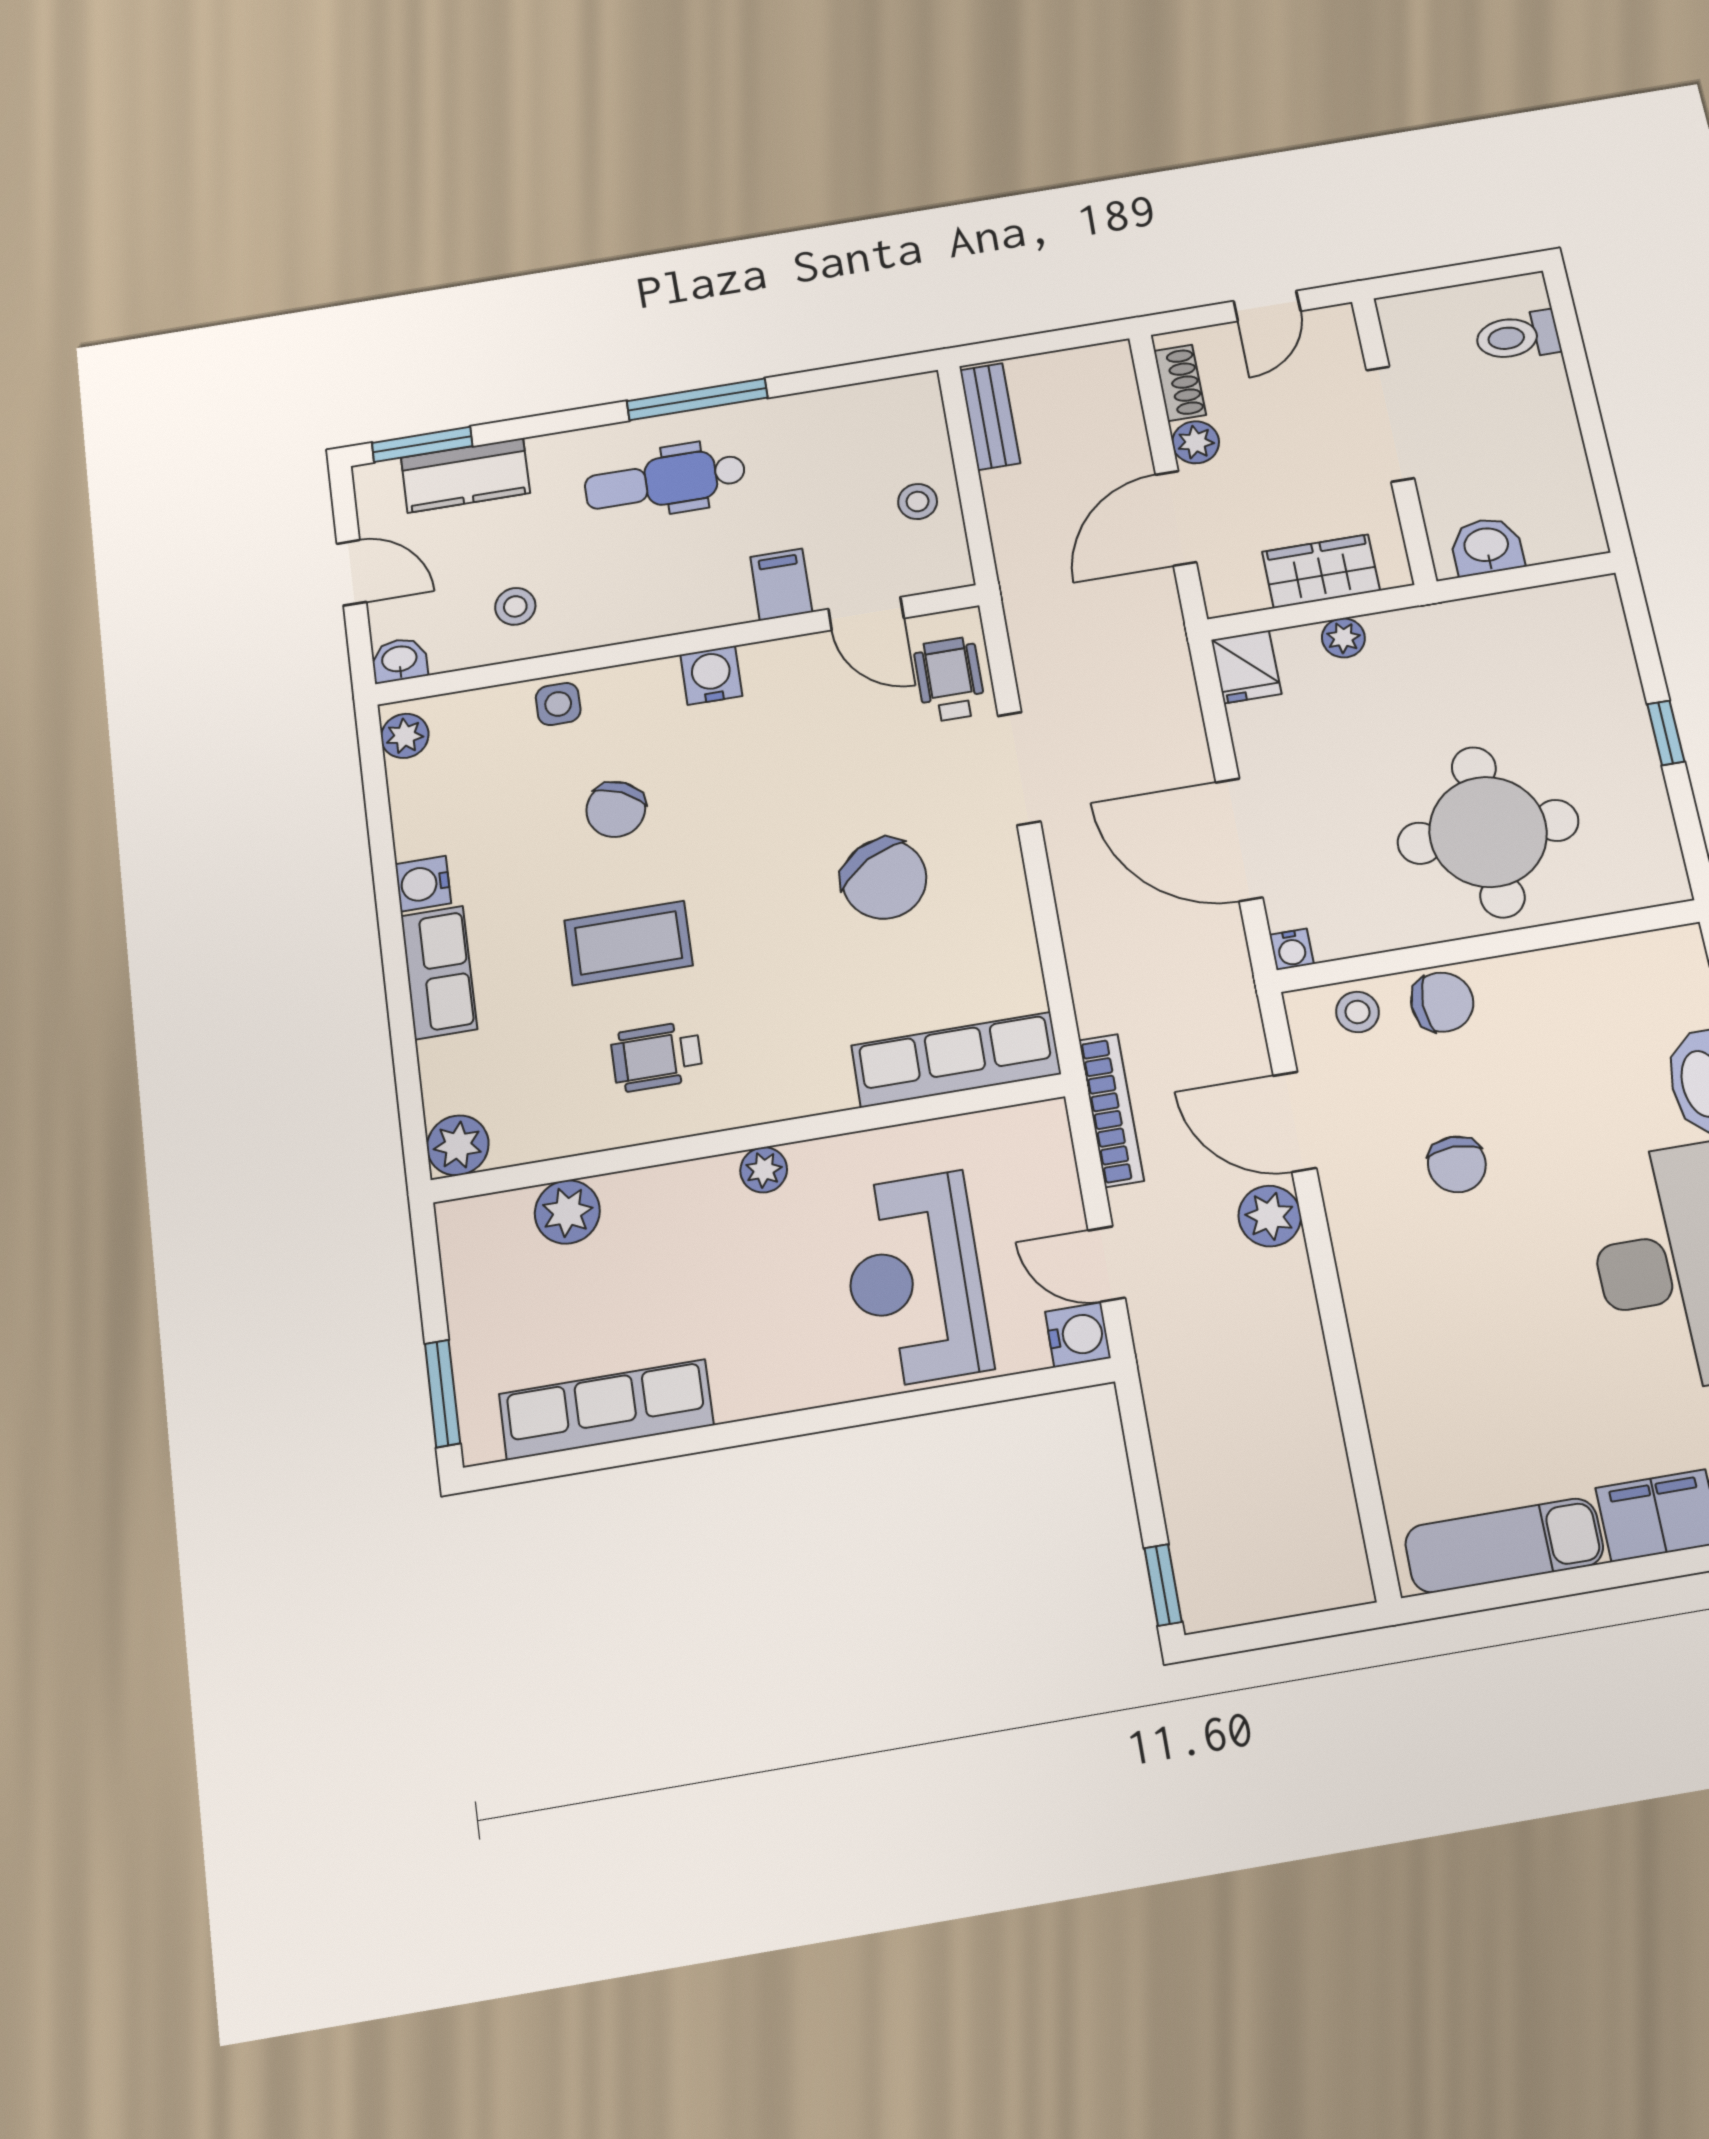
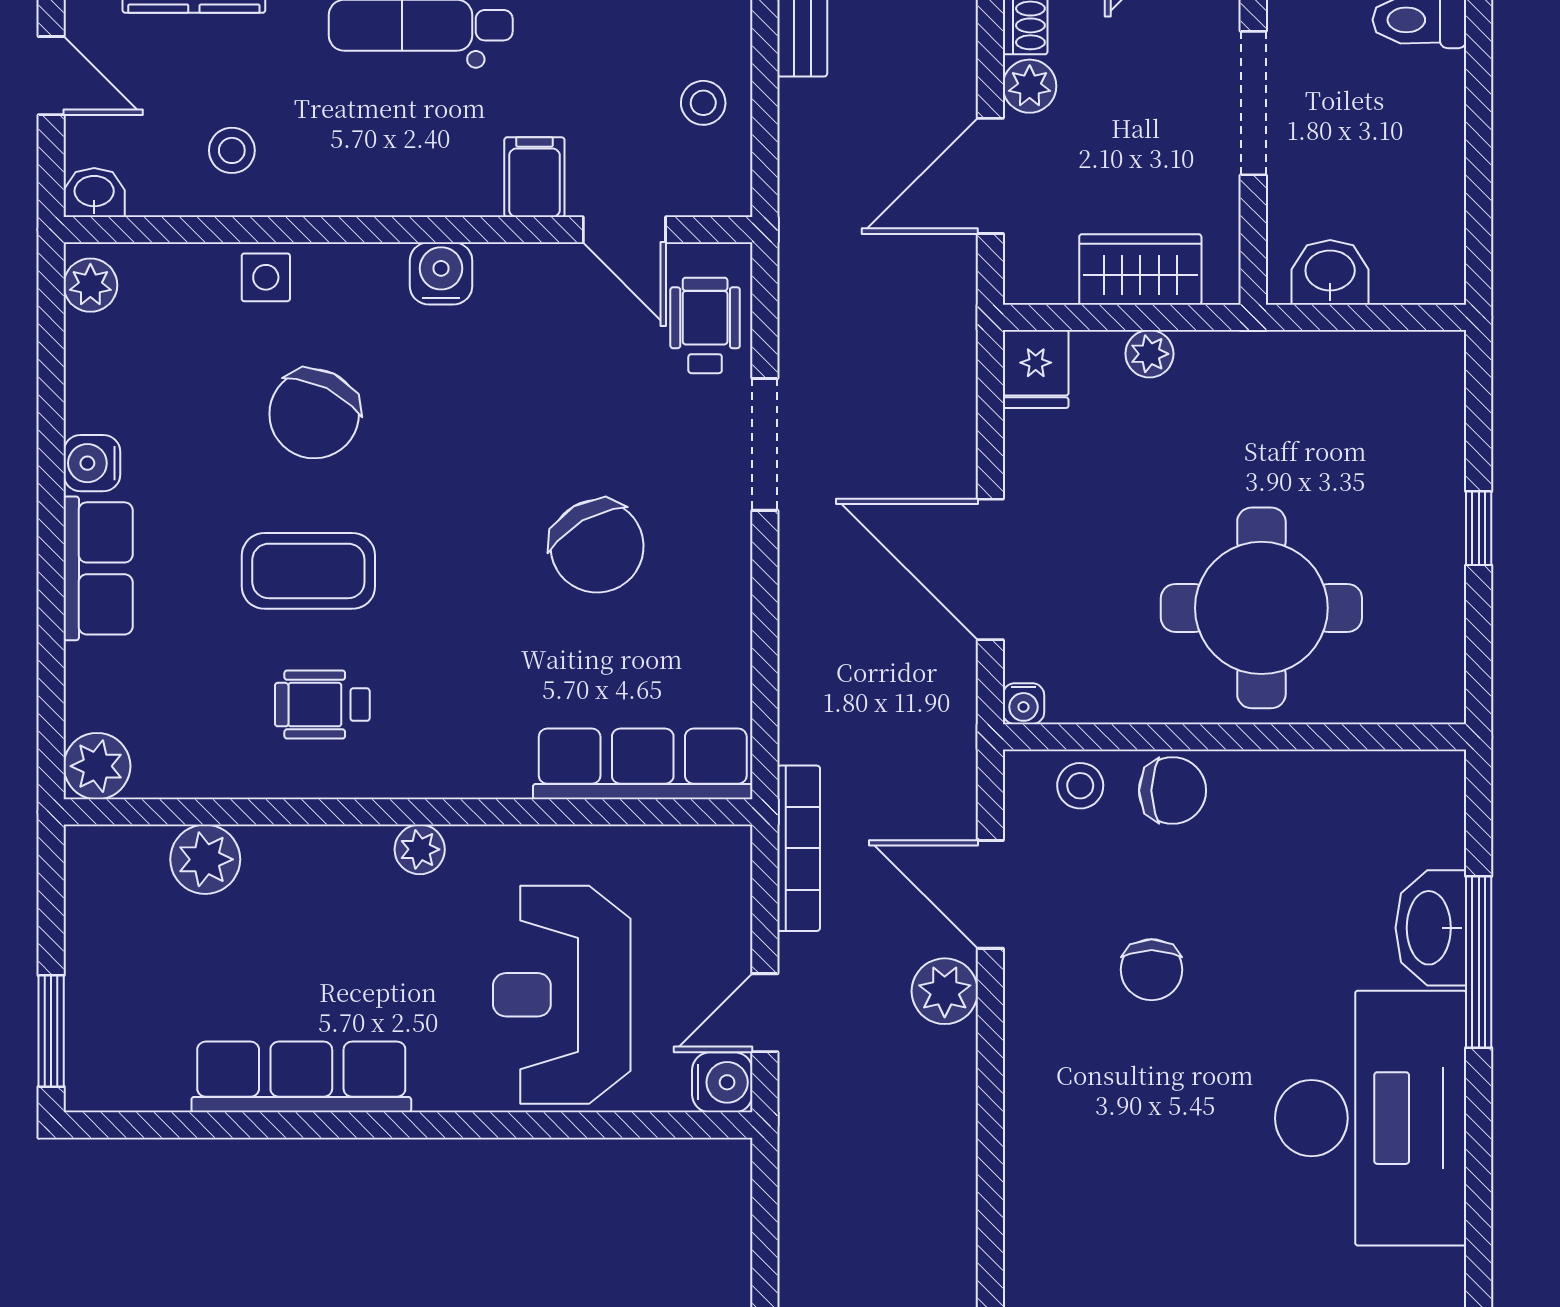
chair: (616, 809) -> (314, 414), width x1.37, depth x1.37
door: (1107, 1264) -> (765, 1013), hinge flipped
row of seats: (606, 1410) -> (301, 1077), moved

